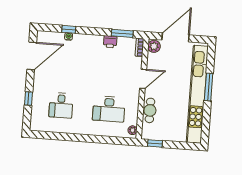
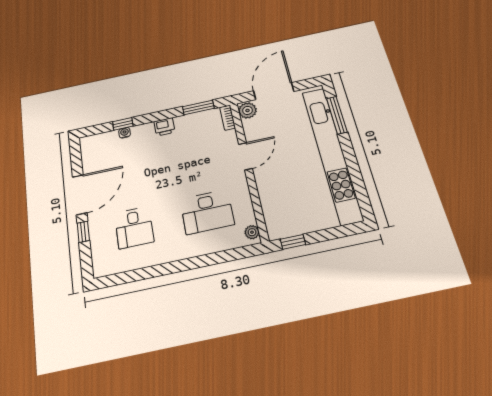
printer: (110, 42) -> (164, 127), moved
door: (32, 56) -> (80, 195), moved
window: (209, 87) -> (337, 115), moved
cafe table: (150, 110) -> (269, 196), removed

